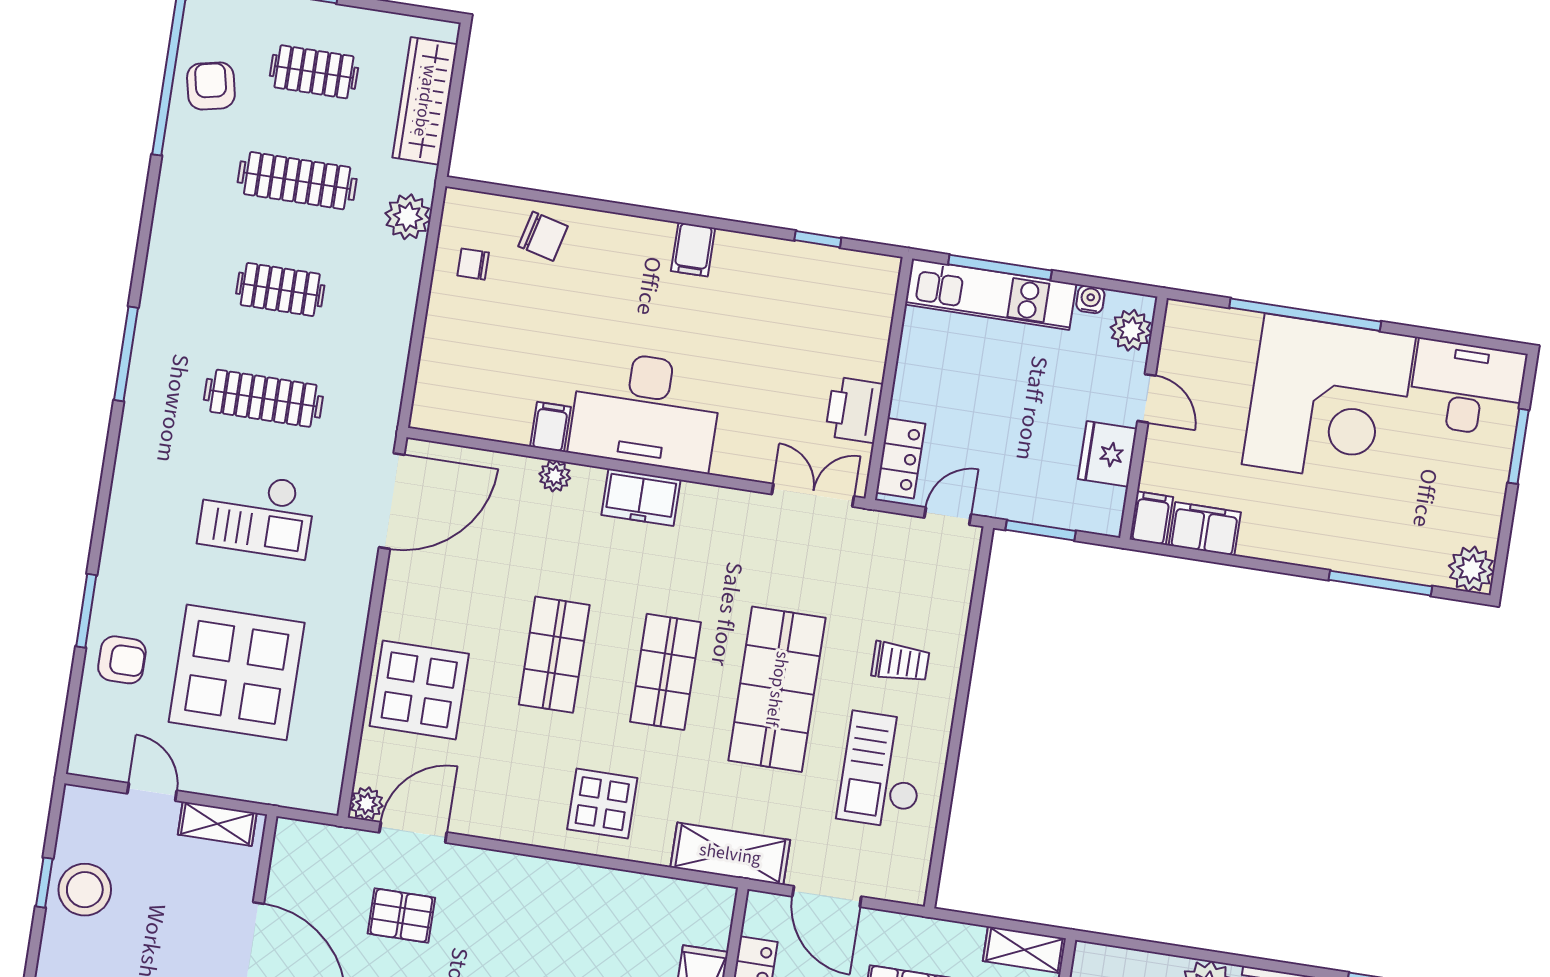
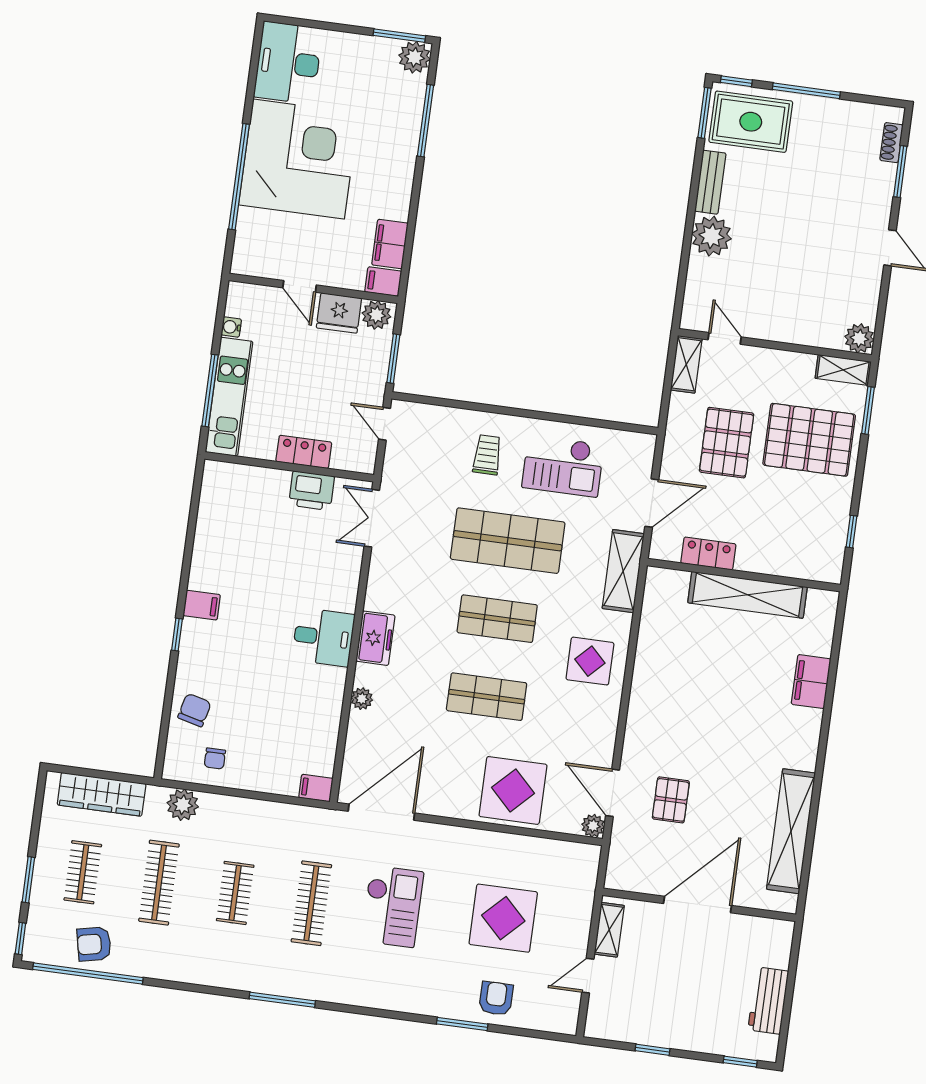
window: (818, 239) -> (177, 635), moved
plant: (1131, 330) -> (376, 315), moved
door: (1146, 398) -> (300, 286), swing flipped
desk: (646, 410) -> (323, 637), width x0.53, depth x0.77
filing cabinet: (551, 427) -> (316, 788), moved
window: (1518, 446) -> (399, 36), moved
locker: (901, 458) -> (304, 452), moved
door: (392, 501) -> (381, 812), hinge flipped
display table: (237, 672) -> (503, 918), width x0.73, depth x0.73
stool: (85, 890) -> (657, 1021), removed

